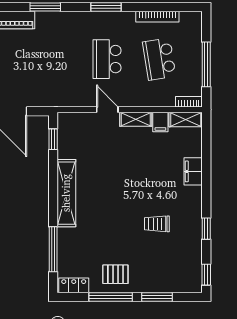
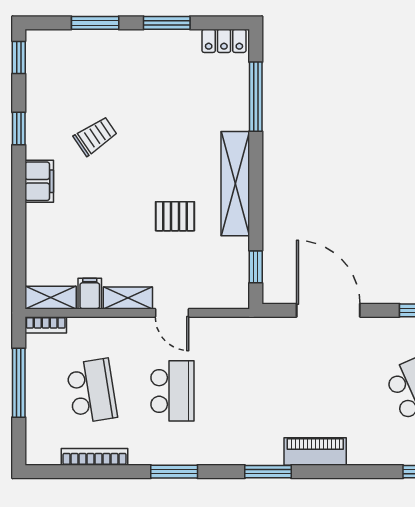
filing cabinet: (193, 171) -> (39, 181), moved
trolley: (157, 224) -> (95, 136), turned -34
pallet: (115, 274) -> (175, 216), moved
window: (111, 297) -> (167, 23), width x0.69

